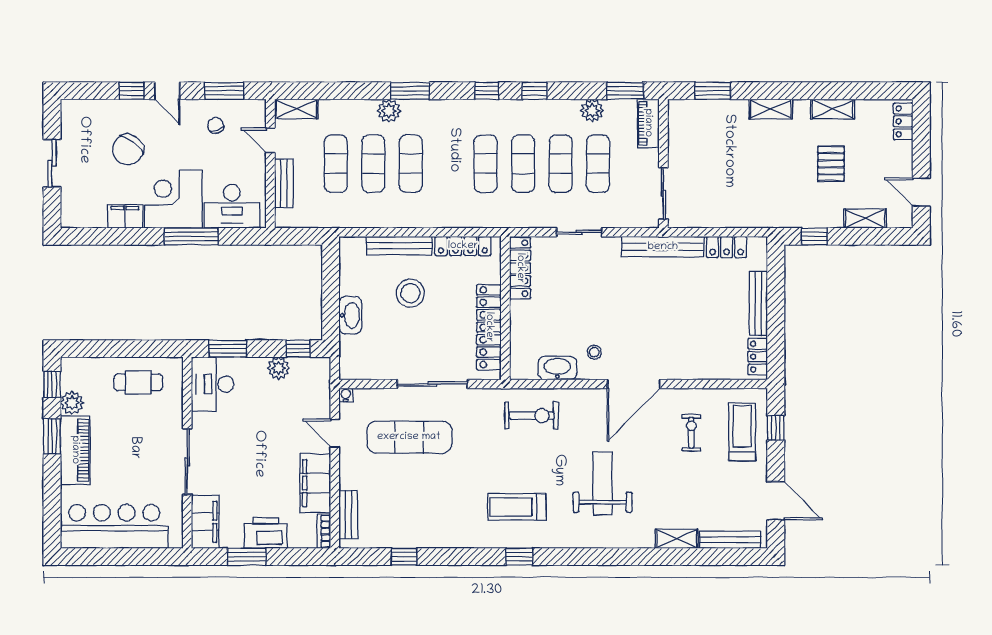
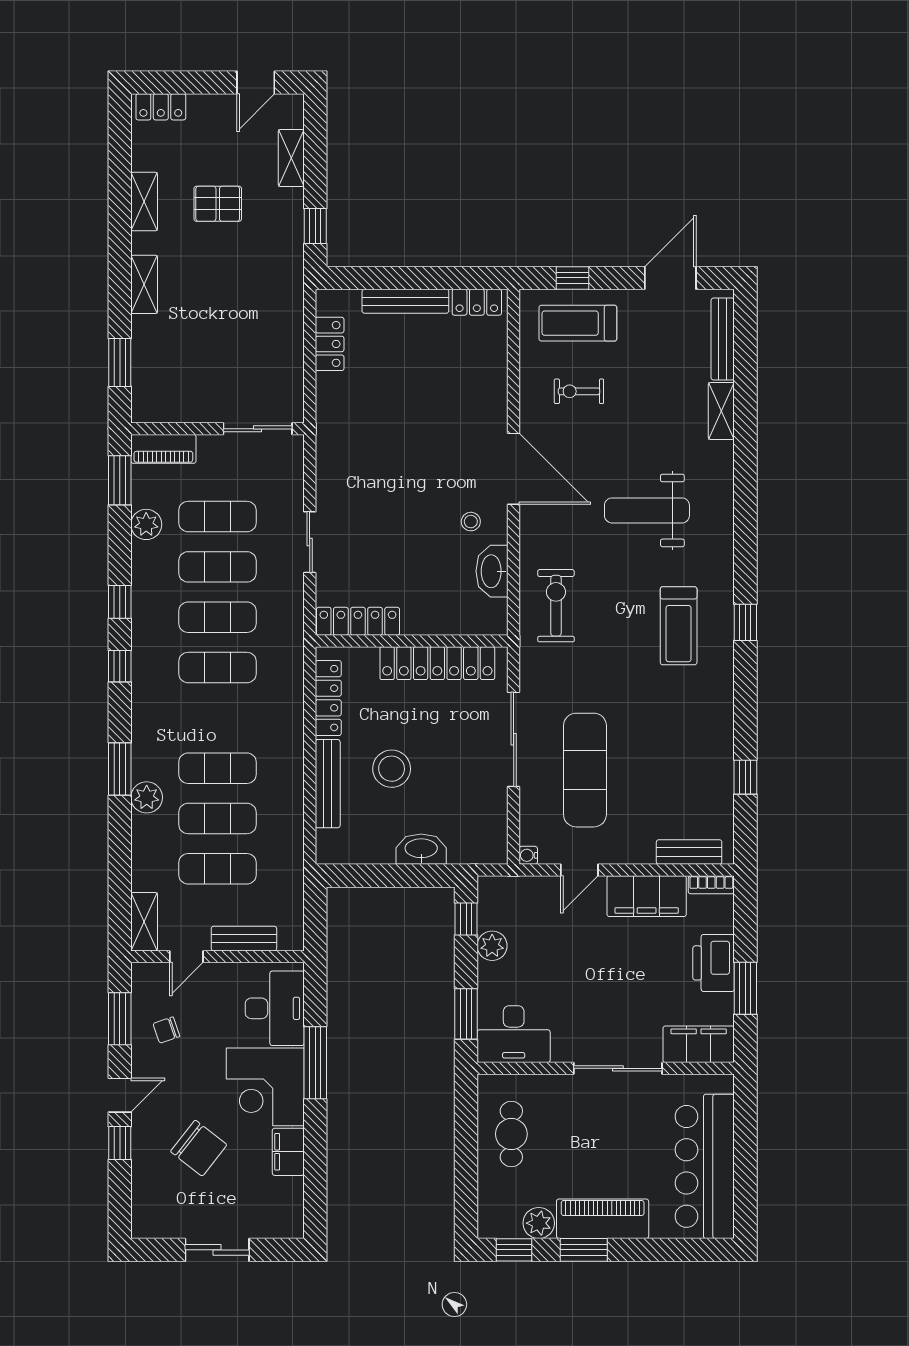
bench: (663, 247) -> (329, 430), removed

